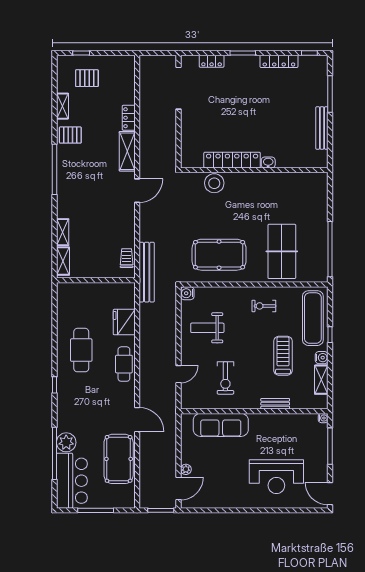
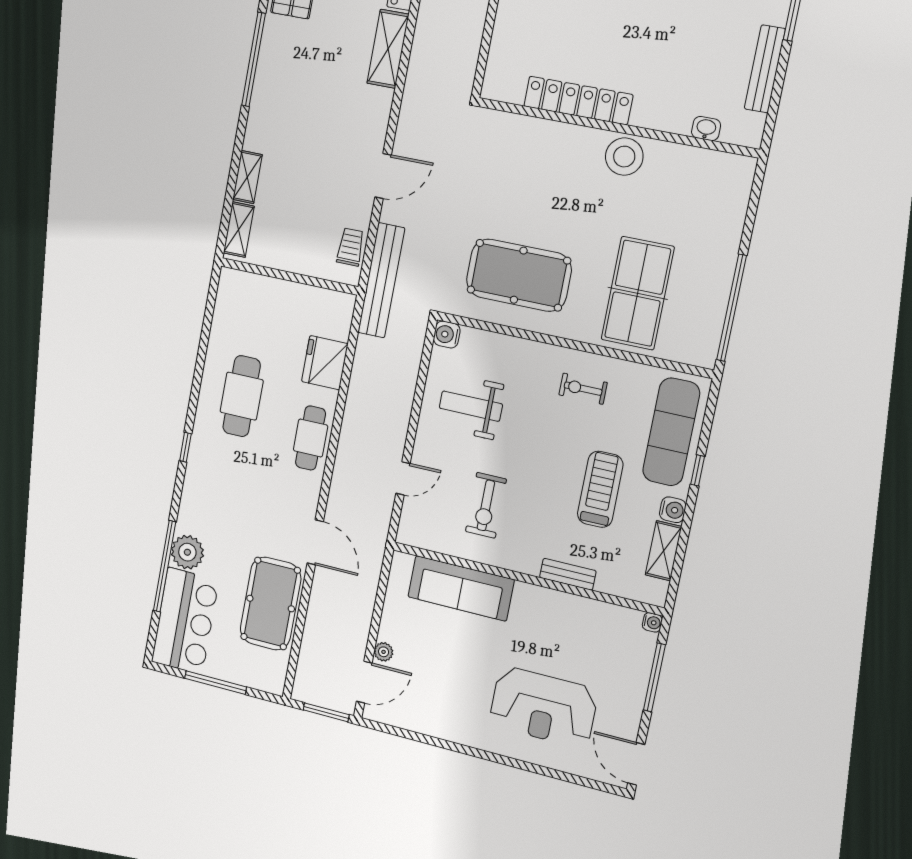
washbasin: (268, 162) -> (706, 129), moved
stool: (214, 183) -> (624, 157), moved
door: (137, 191) -> (383, 176), moved

